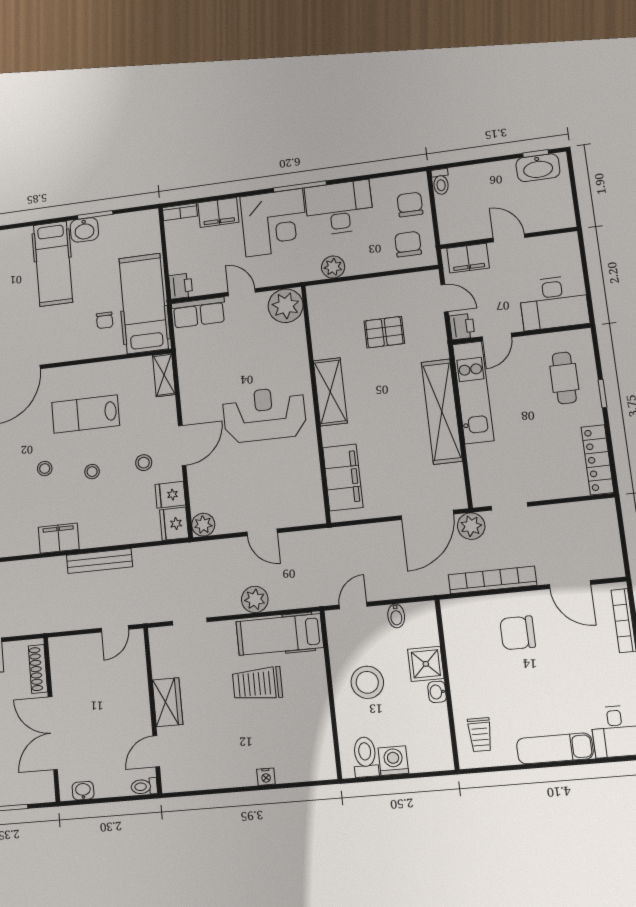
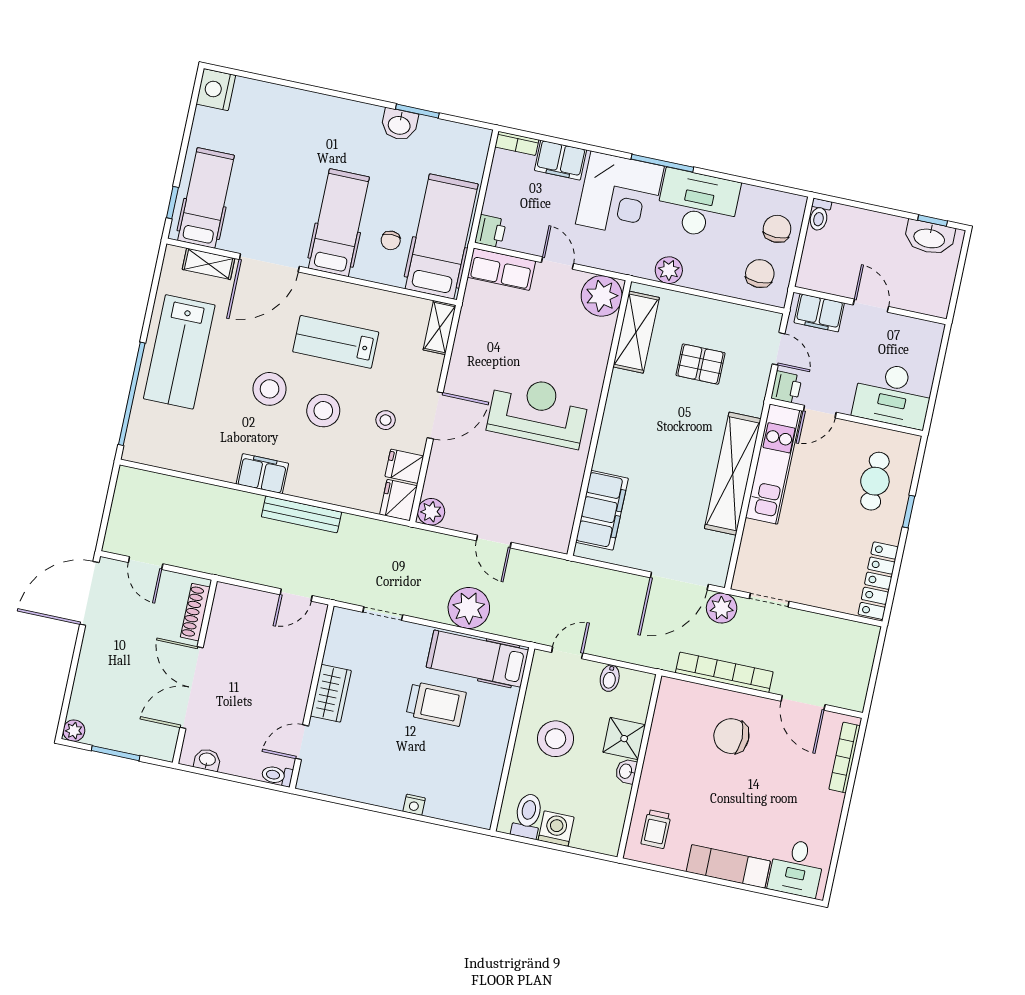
hospital bed: (53, 264) -> (339, 223), moved, turned 180
shelving: (330, 392) -> (636, 332), moved
stool: (45, 469) -> (270, 389), width x1.89, depth x1.89
stool: (92, 472) -> (323, 411), width x1.89, depth x1.89
plant: (255, 599) -> (469, 608), width x1.36, depth x1.36
trolley: (257, 684) -> (436, 704), turned 180

